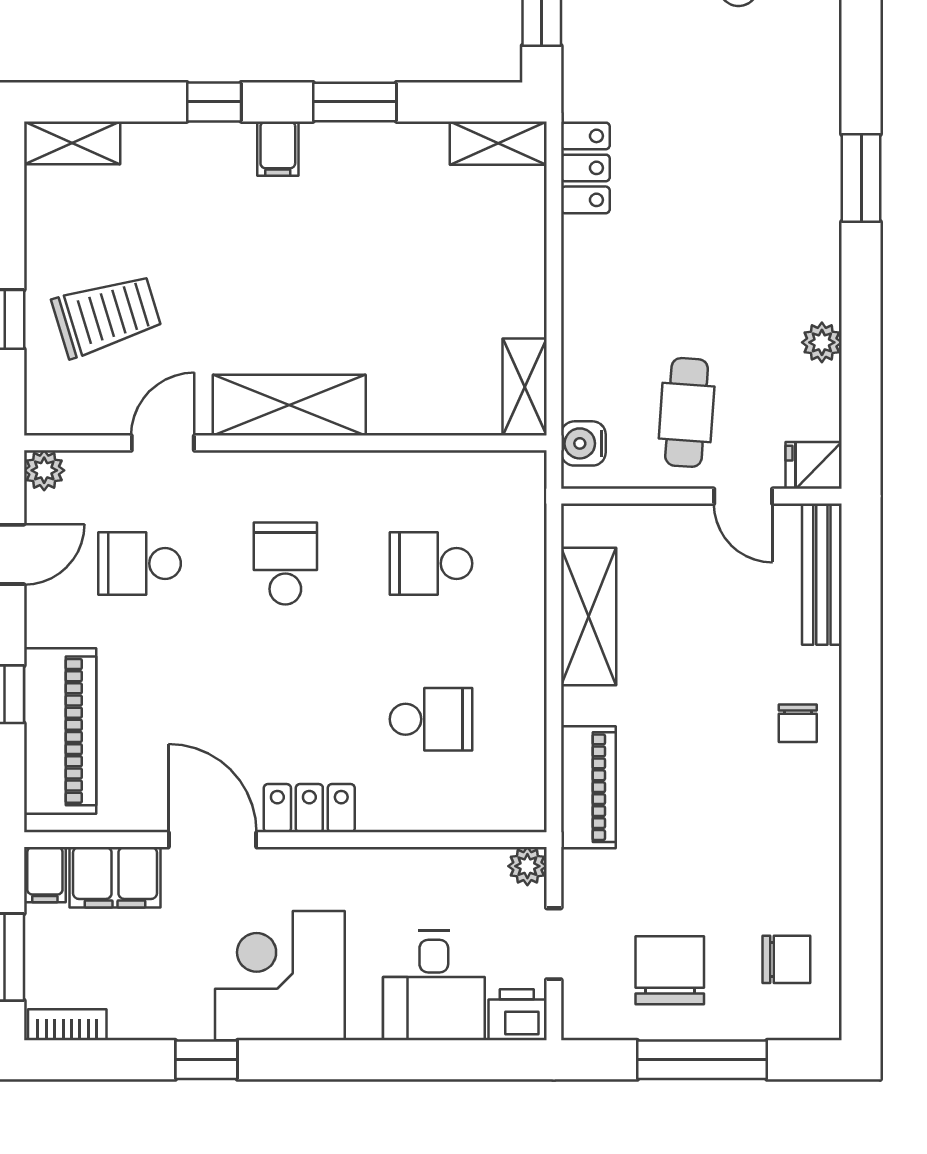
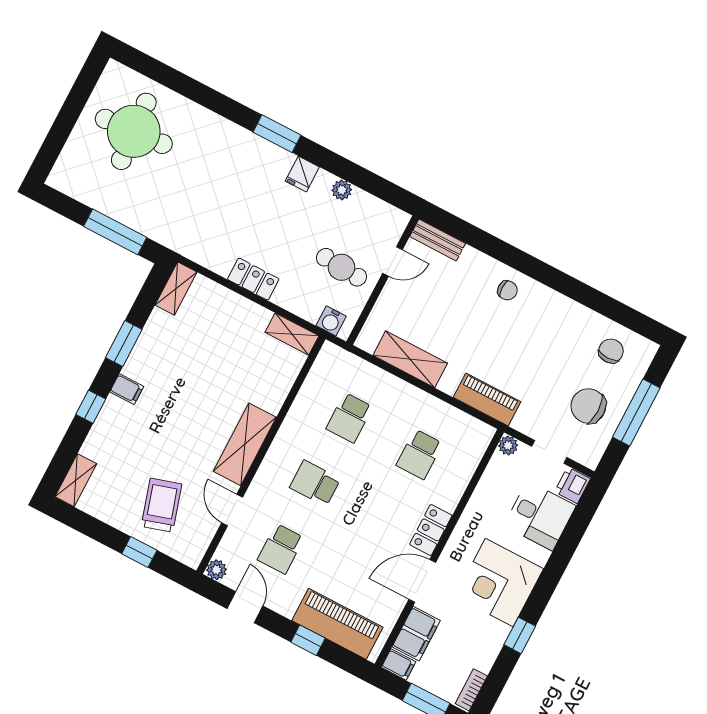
locker: (585, 168) -> (253, 279), moved
fridge: (814, 465) -> (302, 174), moved
bench: (822, 574) -> (438, 240), width x0.73
school desk: (431, 719) -> (419, 454), turned 180

